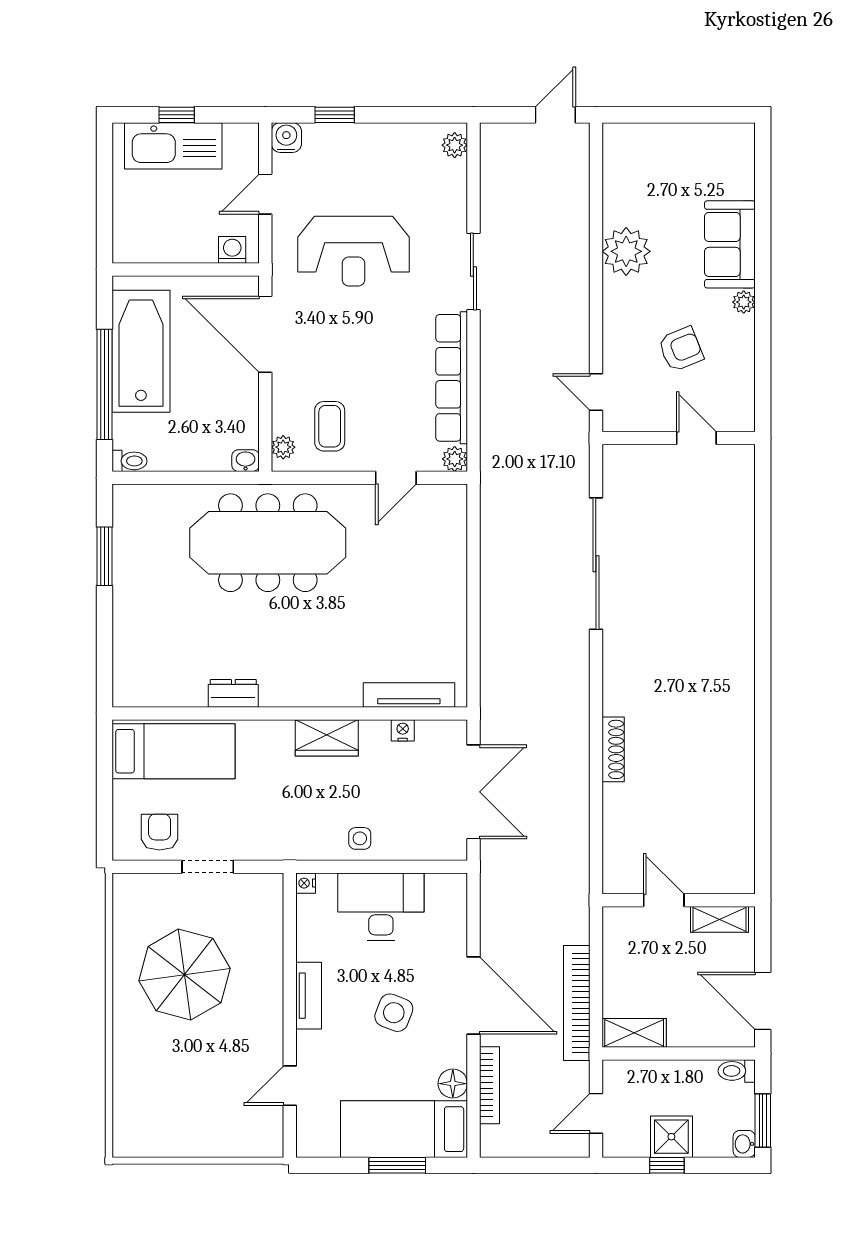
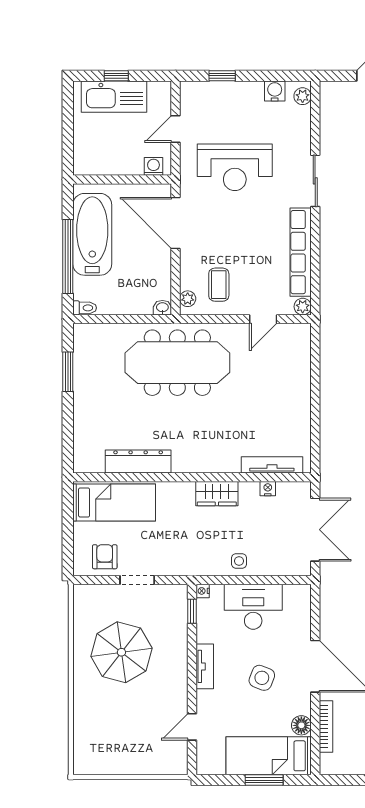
water cooler: (286, 138) -> (275, 91), moved
dresser: (233, 693) -> (138, 461), width x1.96, depth x1.24
window: (290, 913) -> (192, 611), added

